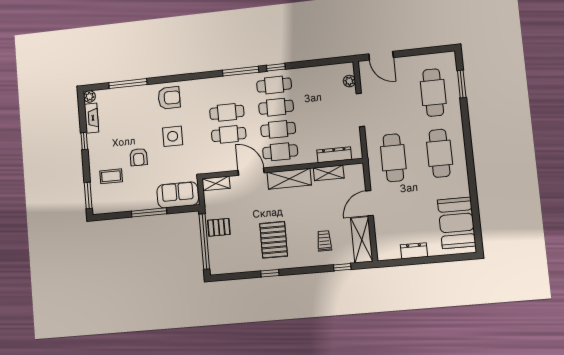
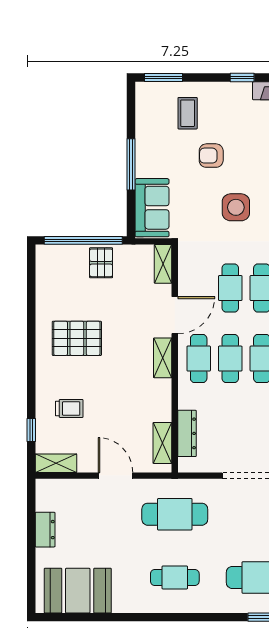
cafe table: (440, 153) -> (175, 577), width x0.73, depth x0.74
shelving: (329, 173) -> (162, 443), moved
shelving: (289, 179) -> (163, 358), width x0.67, depth x0.75
shelving: (362, 240) -> (56, 463), width x0.67, depth x0.75
window: (270, 273) -> (31, 329), removed

